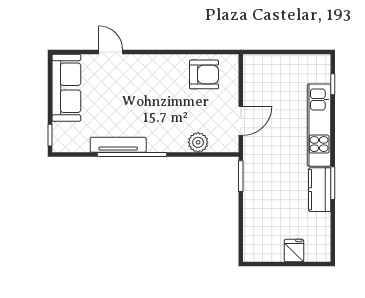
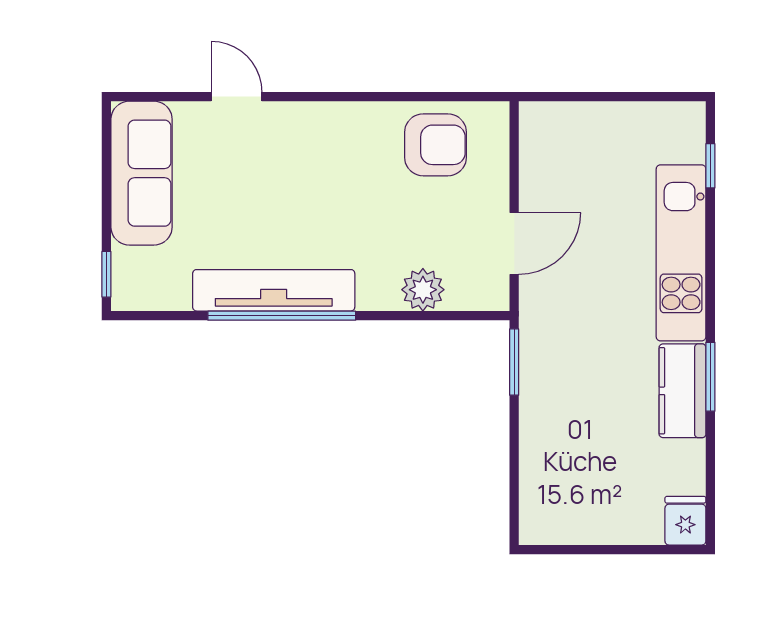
tv unit: (118, 145) -> (274, 290), width x1.36, depth x1.29
fridge: (294, 251) -> (685, 521), moved

